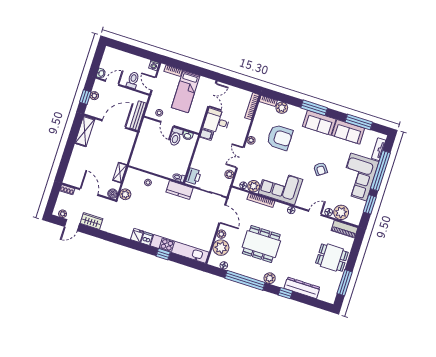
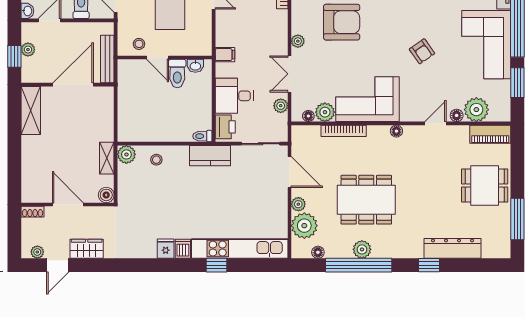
desk: (217, 121) -> (234, 96), moved
plant: (125, 194) -> (126, 154), moved
plant: (270, 278) -> (362, 249), moved

